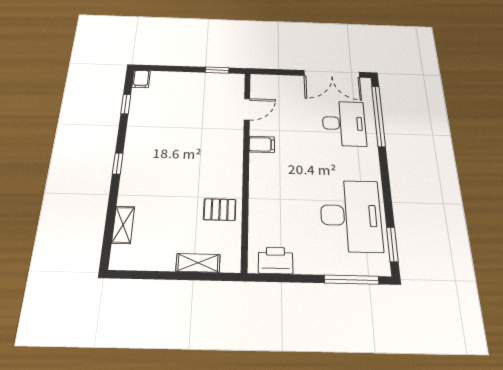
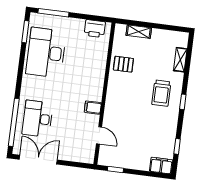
filing cabinet: (141, 79) -> (161, 166), width x2.00
door: (247, 109) -> (99, 135), swing flipped
trolley: (154, 173) -> (161, 93), added

